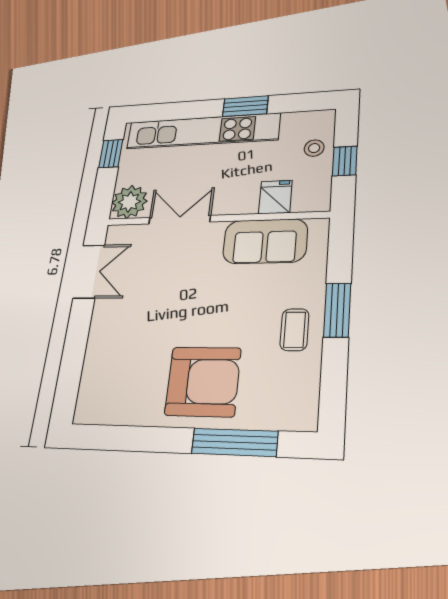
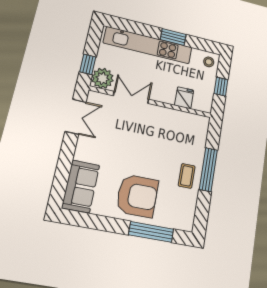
stool: (314, 148) -> (209, 62), moved
window: (111, 154) -> (88, 64), moved
sofa: (265, 241) -> (81, 186), moved, turned -90
window: (337, 310) -> (208, 169), width x1.44

